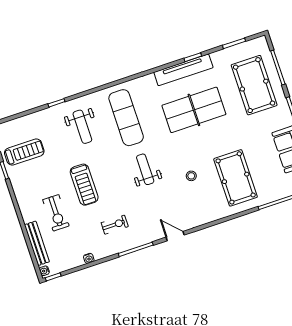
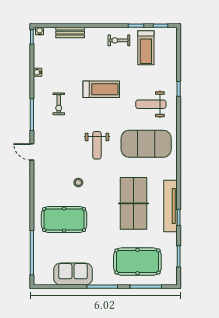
exercise mat: (126, 118) -> (146, 144), width x1.47
weight bench: (145, 169) -> (97, 145), turned 90
treadmill: (84, 185) -> (101, 89), turned 180
exercise bike: (56, 213) -> (119, 40), moved, width x0.73, depth x0.72
door: (175, 236) -> (32, 152), swing flipped
bench: (37, 243) -> (70, 33), width x0.73

